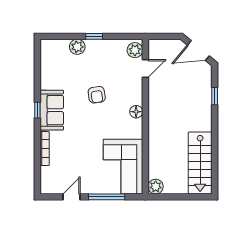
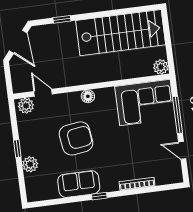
armchair: (97, 95) -> (76, 138), width x1.88, depth x1.88
sofa: (52, 110) -> (79, 184), moved
stairs: (200, 163) -> (121, 33), width x1.36, depth x1.51

